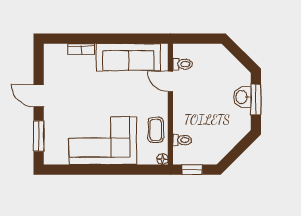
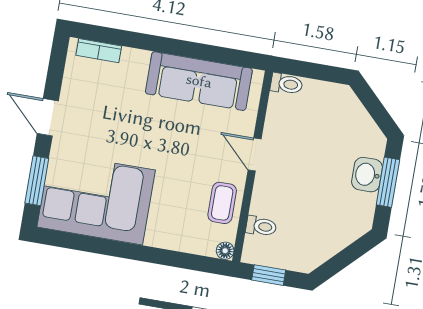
bookcase: (81, 49) -> (99, 51), moved
toilet: (183, 64) -> (286, 84), moved
door: (170, 81) -> (255, 154), moved
corner sofa: (103, 141) -> (96, 198), moved

